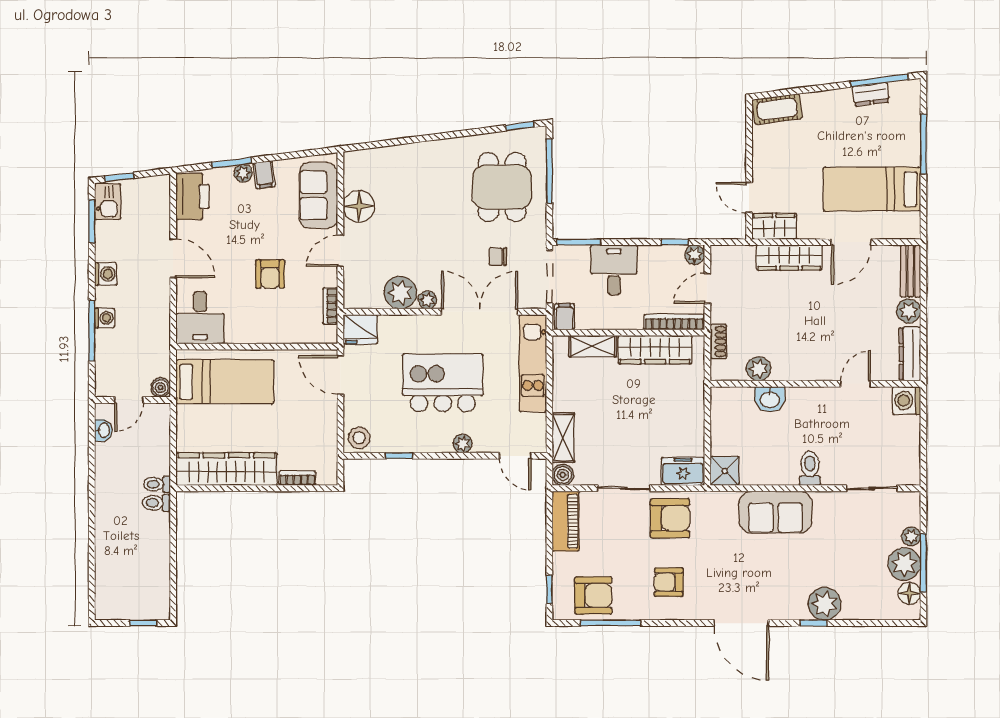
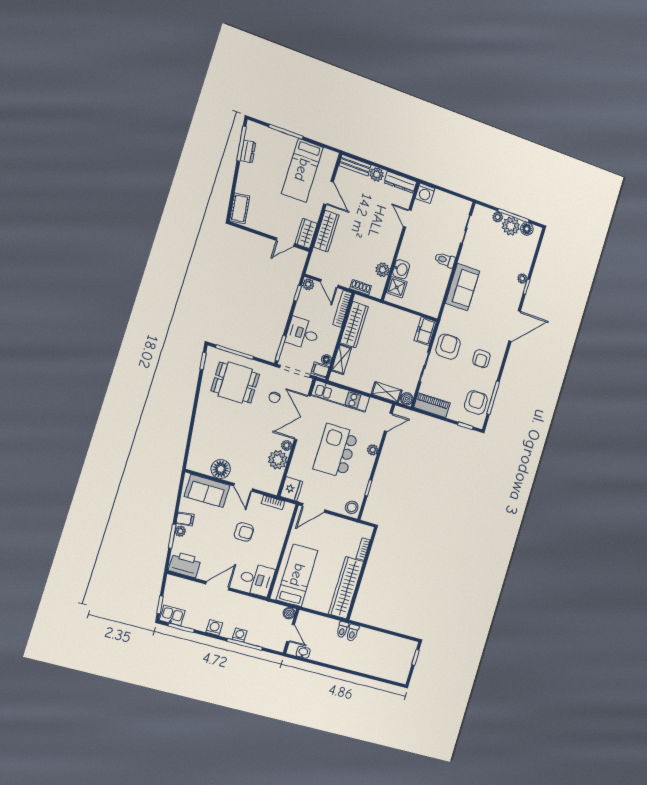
floor lamp: (584, 322) -> (326, 360), added
shower: (725, 471) -> (397, 287), moved
plant: (824, 604) -> (522, 278), width x0.53, depth x0.53

